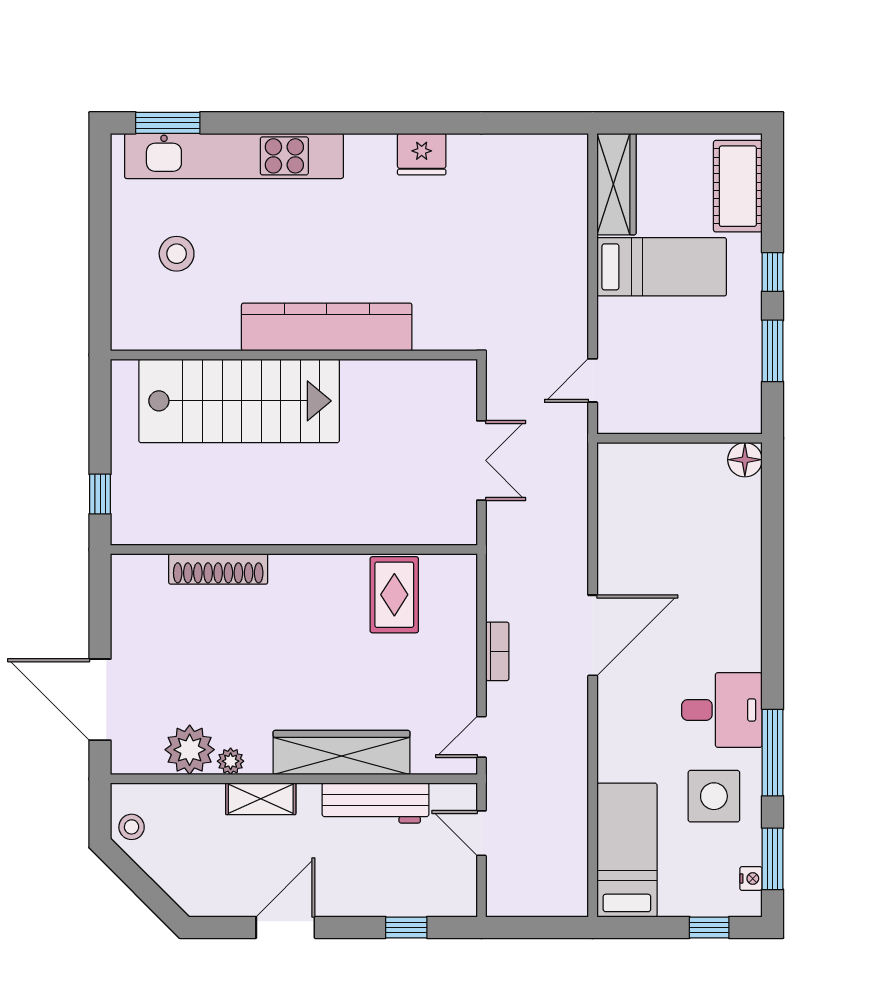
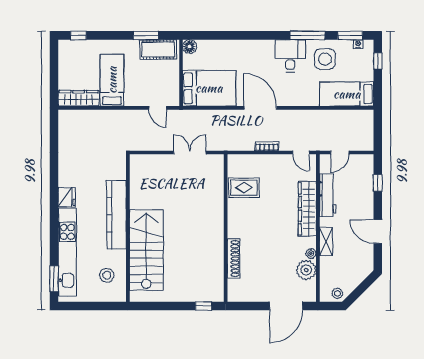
fridge: (422, 154) -> (67, 197), moved
cot: (738, 186) -> (158, 49), moved
window: (773, 272) -> (78, 35), moved
kitchen counter: (327, 327) -> (117, 215), moved
wall: (294, 355) -> (128, 228), moved
stairs: (239, 401) -> (146, 250), moved
bed: (641, 508) -> (209, 88), added

